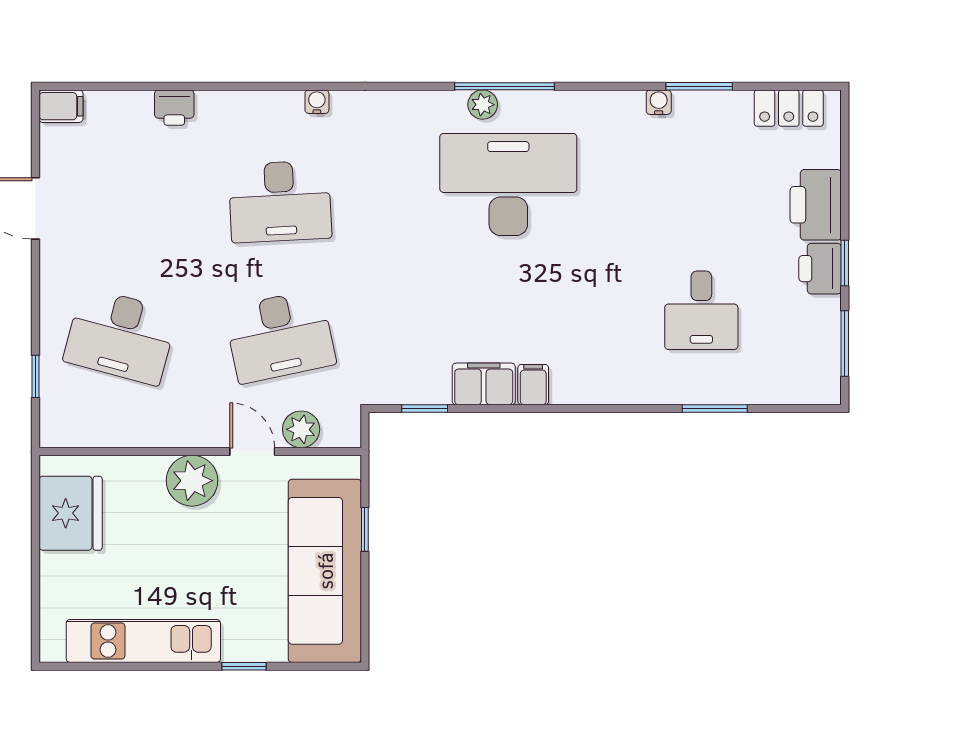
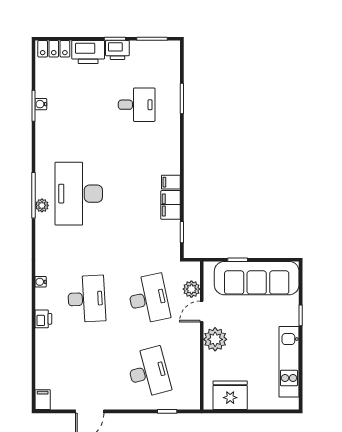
water cooler: (659, 102) -> (41, 104), moved
printer: (174, 108) -> (43, 319), moved
locker: (789, 108) -> (54, 49), moved, turned 90
desk: (120, 336) -> (149, 372), turned -30

